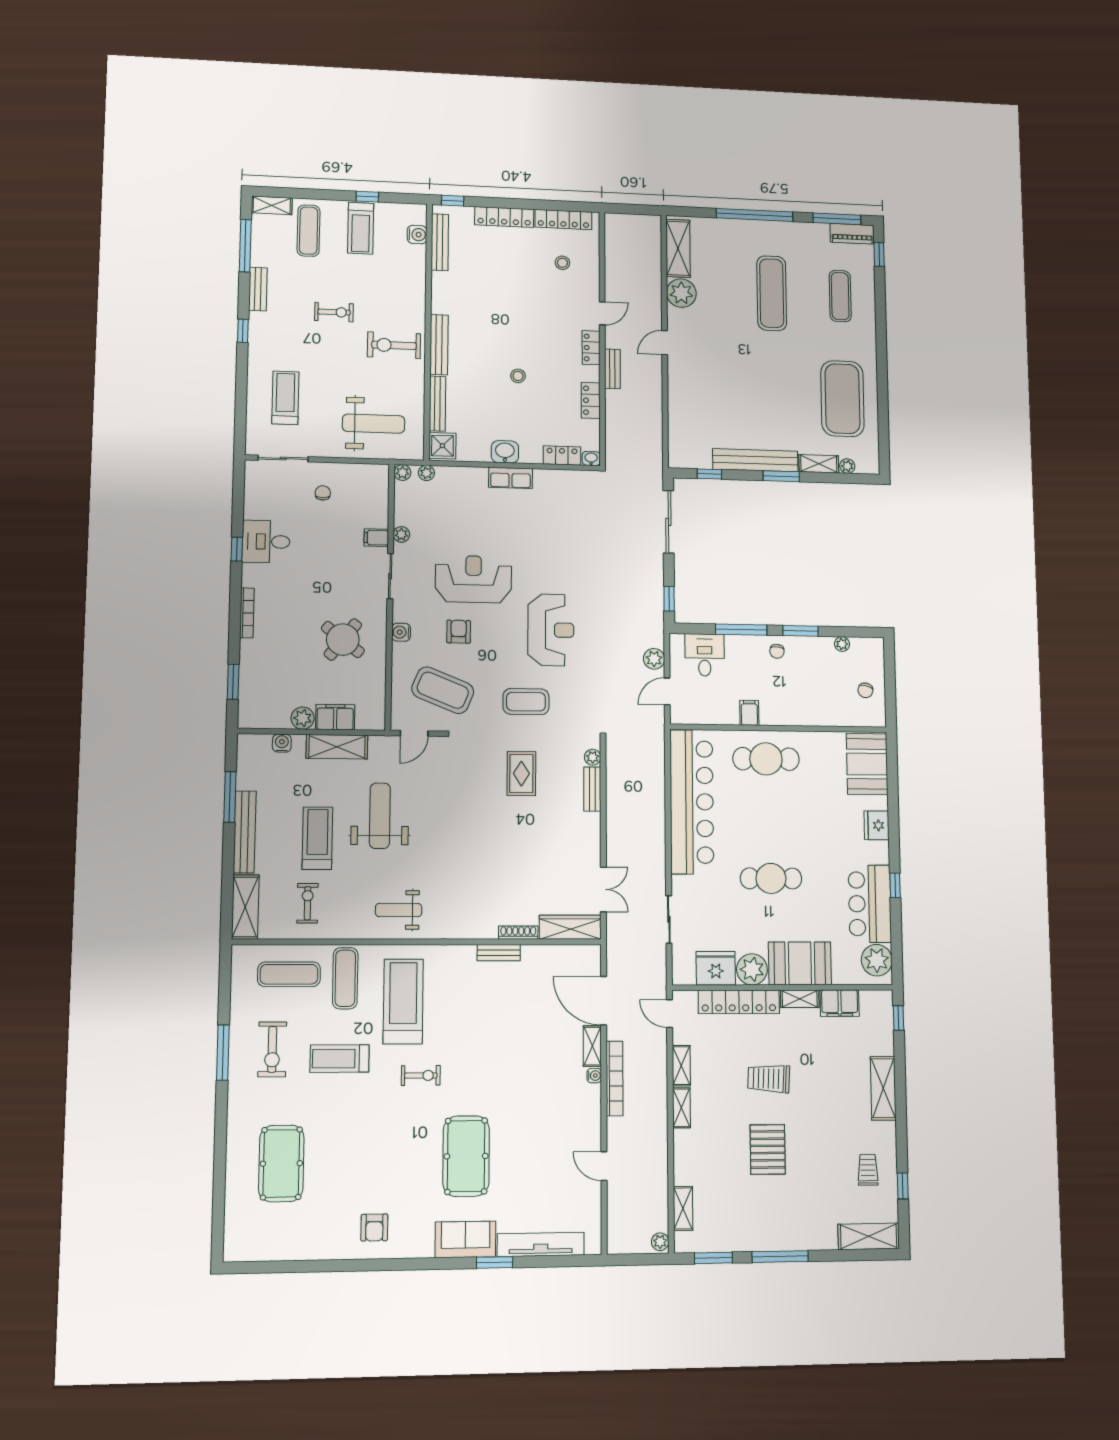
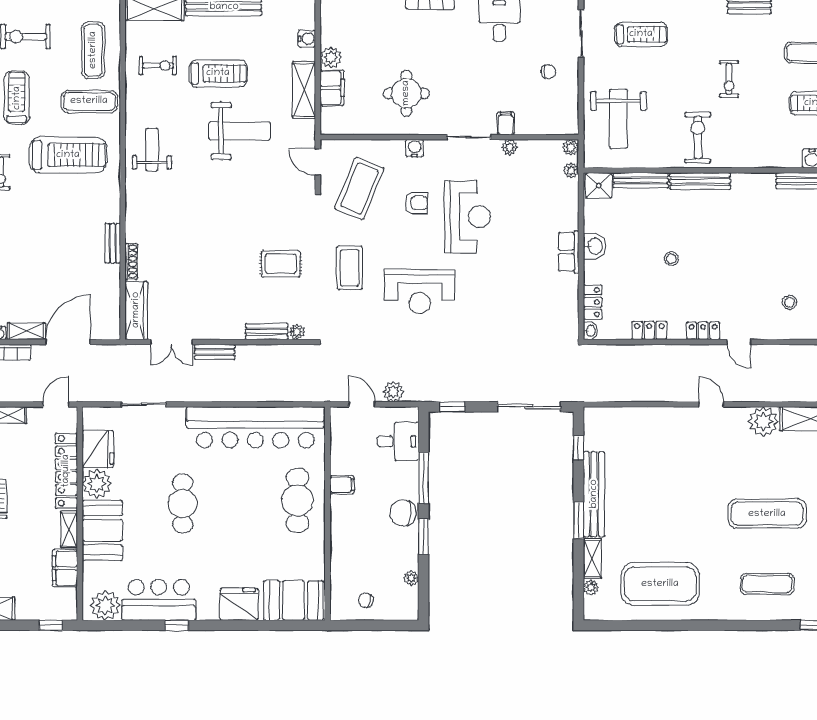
bench: (612, 369) -> (215, 352), moved
round table: (343, 640) -> (406, 93), turned -38
chair: (777, 651) -> (403, 513), width x1.87, depth x1.87
fridge: (877, 825) -> (239, 604), width x1.36, depth x1.34

